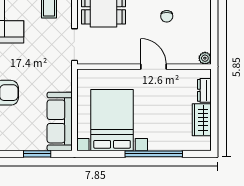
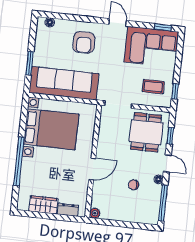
sofa: (60, 121) -> (64, 83), width x1.36, depth x1.27

